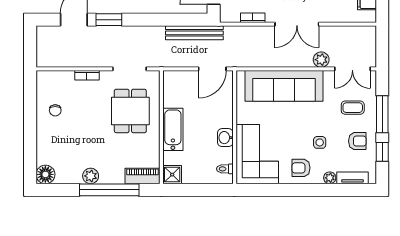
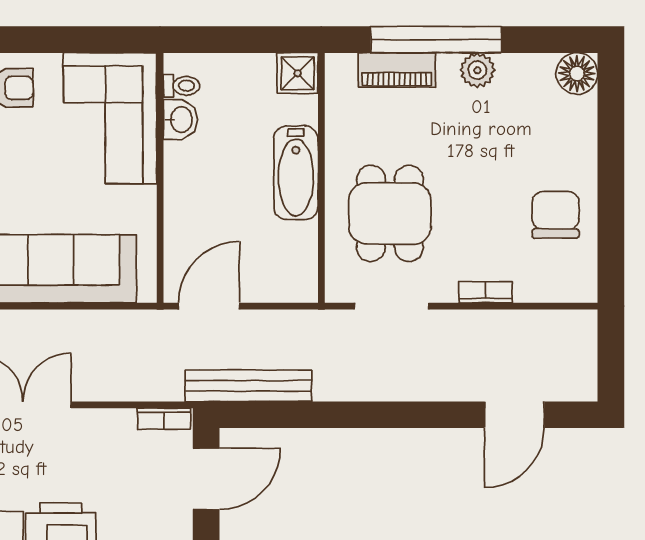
bookcase: (253, 18) -> (164, 419), moved
window: (109, 20) -> (437, 415), removed
chair: (55, 110) -> (555, 215), width x1.87, depth x1.87
washbasin: (225, 138) -> (180, 120), moved
piano: (142, 176) -> (397, 70), moved

